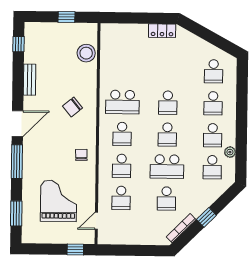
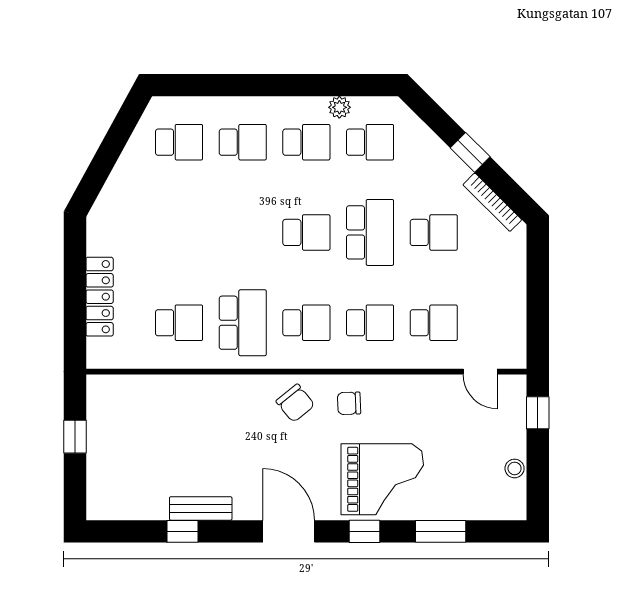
locker: (162, 31) -> (100, 297), moved, width x1.53
window: (19, 44) -> (183, 531), moved
stool: (86, 53) -> (515, 468), moved, width x0.53, depth x0.53
school desk: (168, 103) -> (179, 323), moved
chair: (72, 107) -> (295, 403), moved
window: (17, 162) -> (364, 531), width x0.46
grand piano: (59, 201) -> (382, 479), moved, turned 180
window: (16, 213) -> (441, 531), moved

